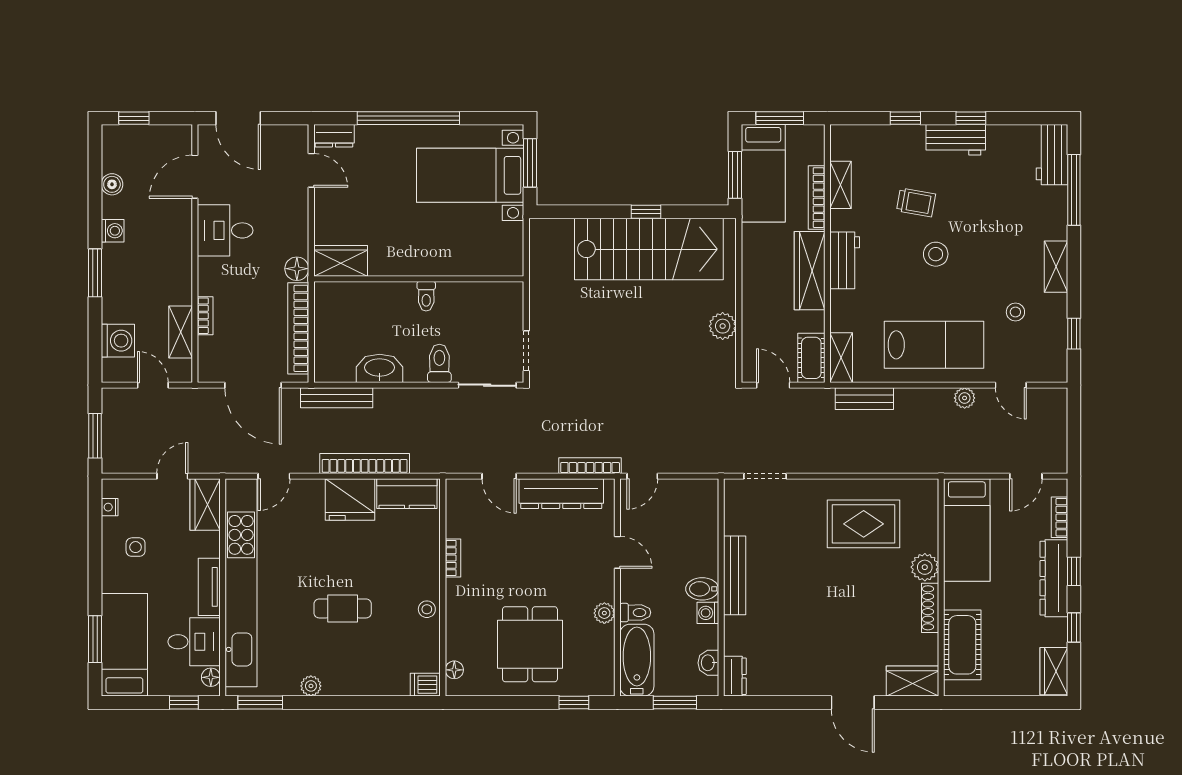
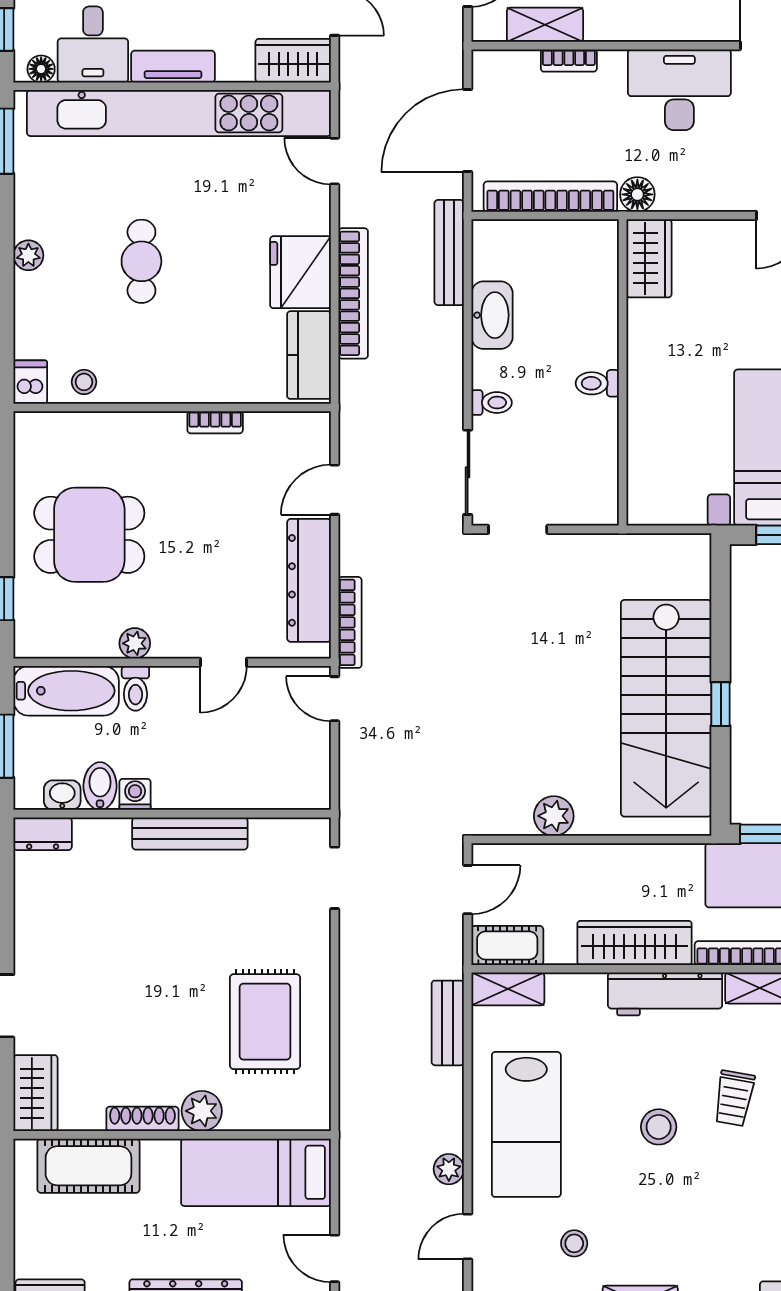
desk: (225, 230) -> (679, 90), width x1.37
workbench: (845, 260) -> (665, 994), width x1.38
toilet: (439, 363) -> (492, 403), width x0.73, depth x0.72
bidet: (702, 589) -> (100, 786), moved
stool: (427, 609) -> (84, 382), moved
floor lamp: (454, 670) -> (52, 424), removed
plant: (311, 686) -> (28, 255), moved

